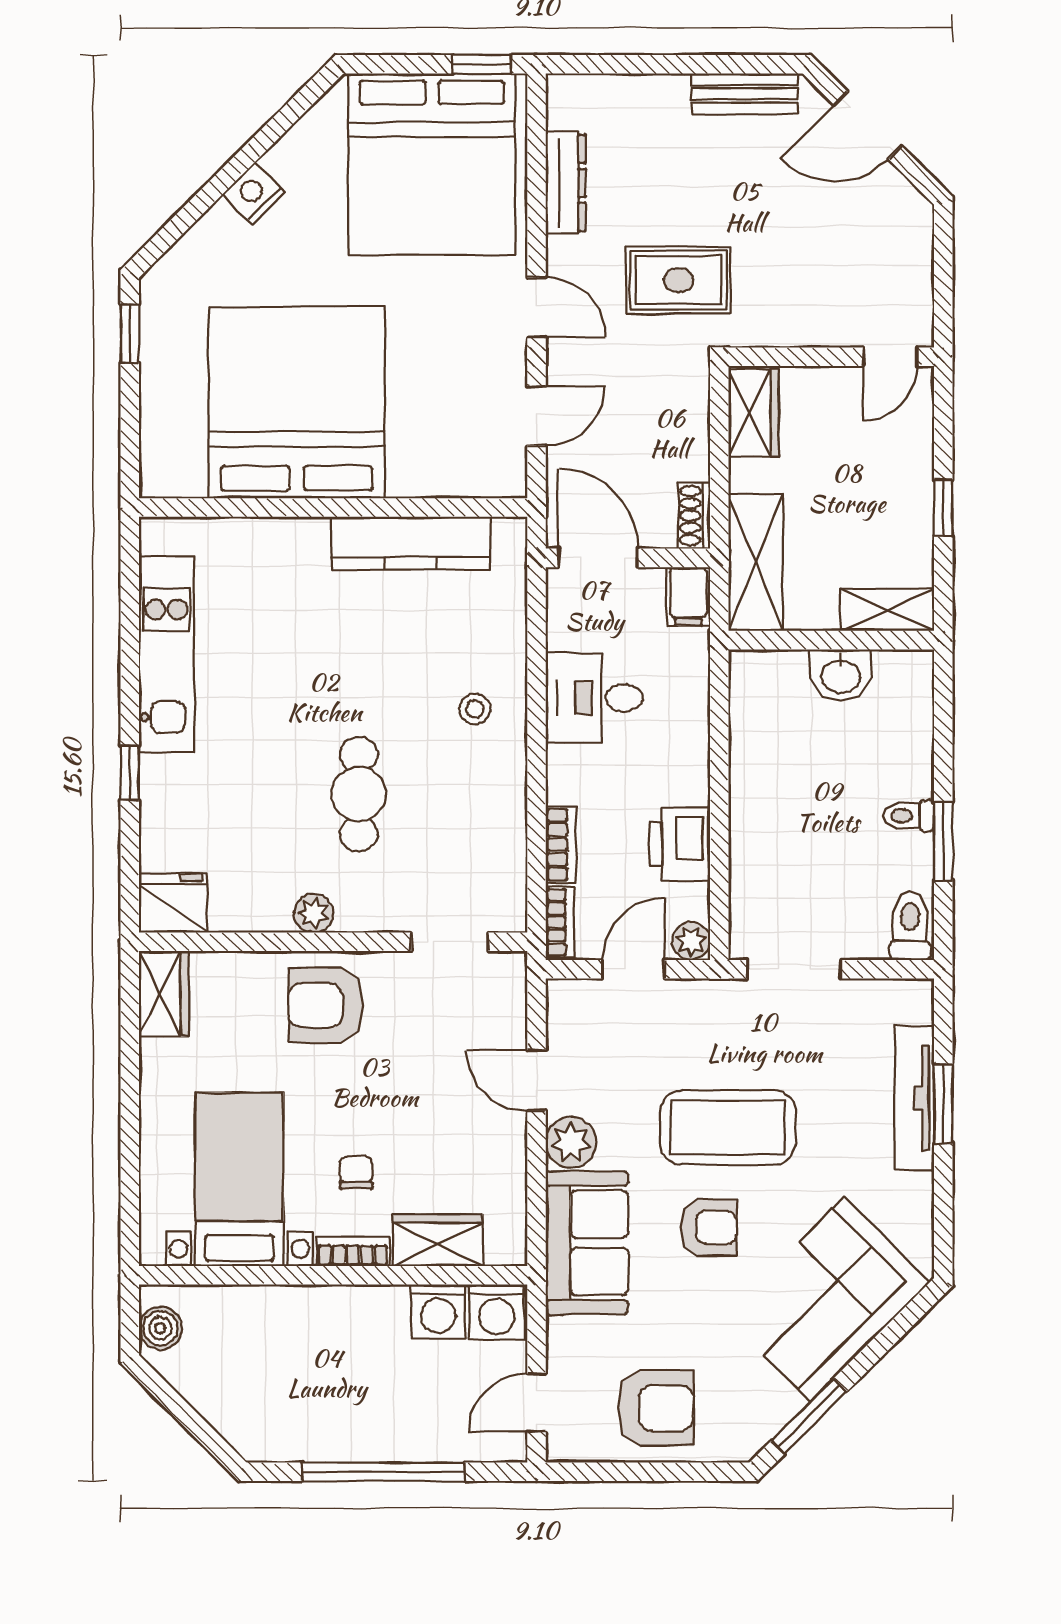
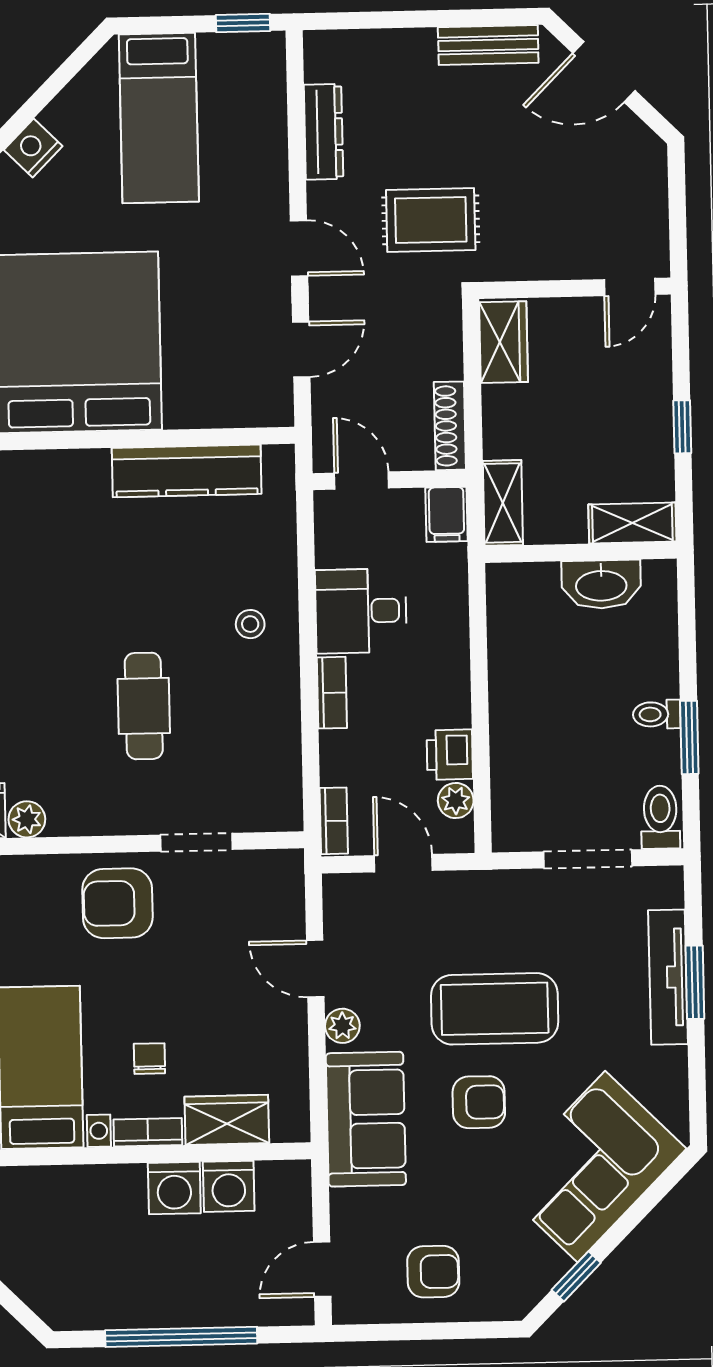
bed: (432, 164) -> (159, 118), width x0.49
shoe rack: (694, 516) -> (450, 426), width x1.43
door: (598, 558) -> (362, 481), width x0.73
shelving: (756, 563) -> (503, 503), width x0.67, depth x0.75
washbasin: (841, 675) -> (601, 584), width x1.38
printer: (680, 844) -> (450, 755), width x0.73, depth x0.81
bookcase: (561, 845) -> (332, 693), moved
plant: (313, 913) -> (27, 819), moved
plant: (691, 941) -> (456, 801), moved
doorway: (450, 942) -> (196, 842), moved
door: (633, 969) -> (403, 863), hinge flipped
doorway: (794, 969) -> (588, 859), moved
plant: (571, 1142) -> (342, 1026), width x0.73, depth x0.73
washing machine: (497, 1312) -> (174, 1188), moved
armchair: (656, 1408) -> (433, 1272), width x0.72, depth x0.72
window: (809, 1417) -> (576, 1276), width x0.67

